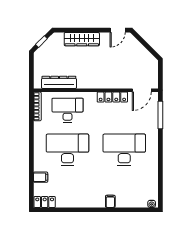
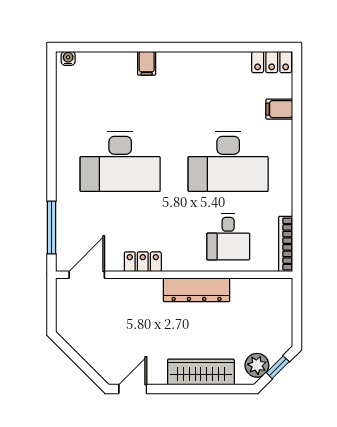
plant: (52, 43) -> (257, 365), added
dresser: (59, 82) -> (197, 290), moved
locker: (112, 97) -> (143, 262), width x0.66
desk: (67, 110) -> (228, 237), width x0.73

